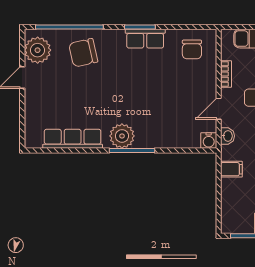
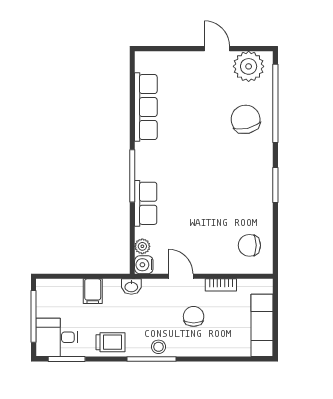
row of seats: (145, 39) -> (146, 203), moved, turned 180
plant: (122, 136) -> (142, 246), moved, width x0.53, depth x0.53
washbasin: (228, 136) -> (131, 287), moved
filing cabinet: (231, 169) -> (93, 291), moved

